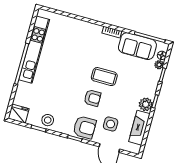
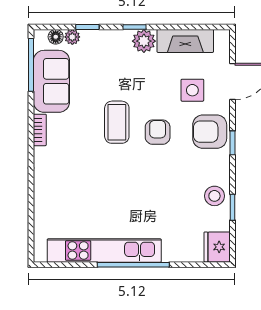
armchair: (85, 127) -> (210, 132), turned -90

